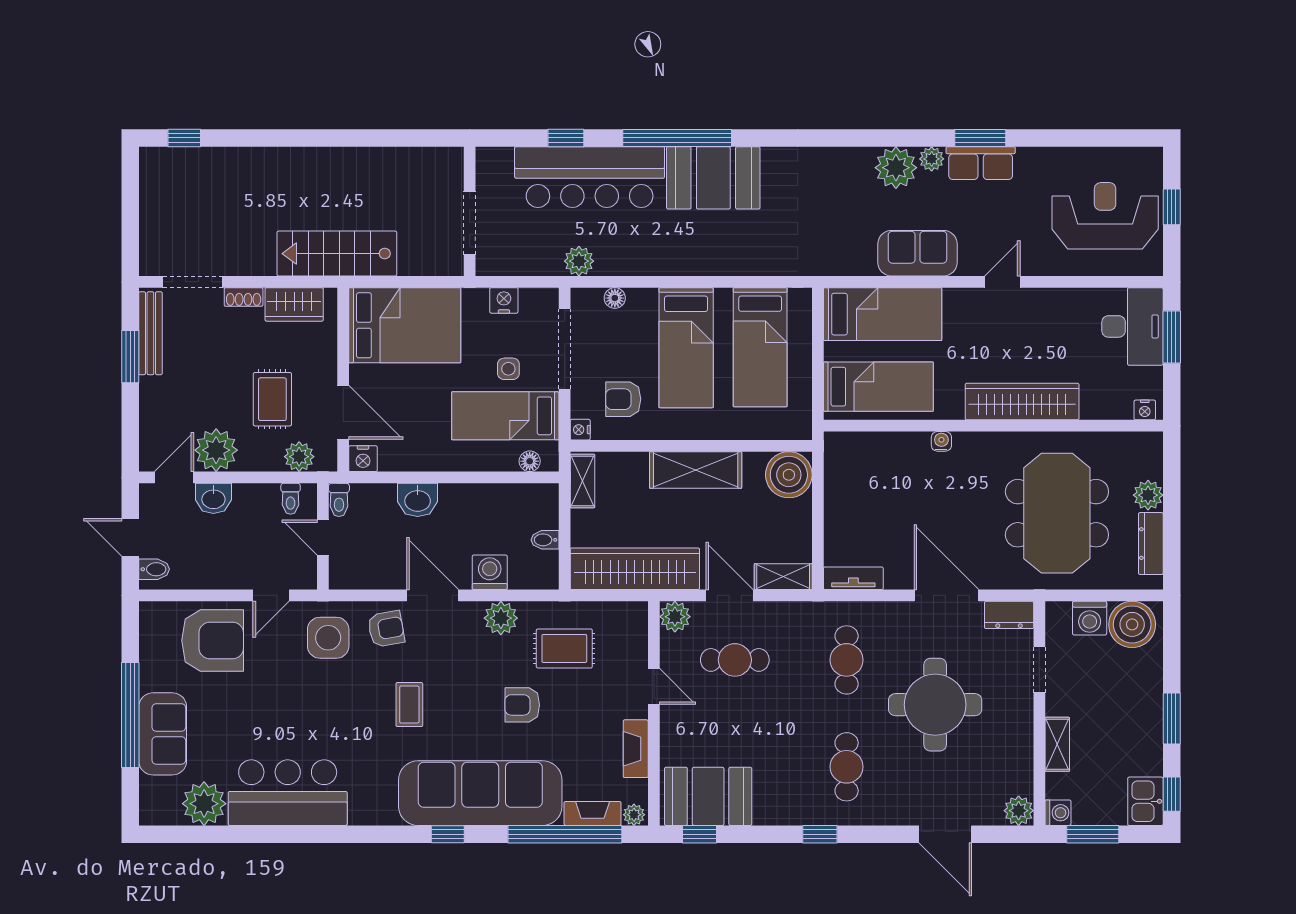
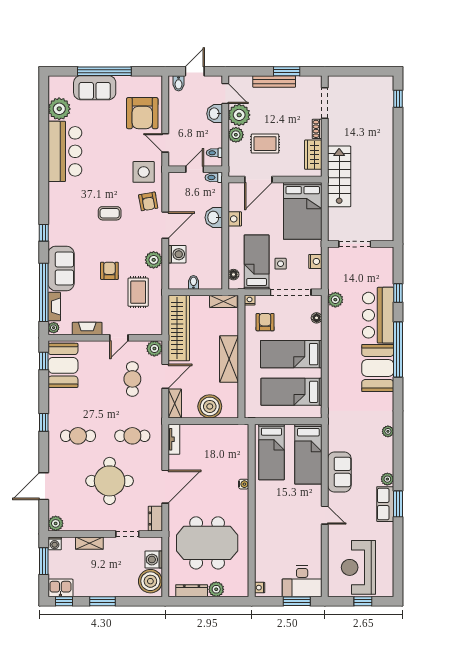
plant: (896, 168) -> (388, 431), moved, width x0.53, depth x0.53
bar counter: (590, 177) -> (378, 315), width x0.73
reception desk: (1105, 216) -> (358, 567), turned 180
bench: (150, 333) -> (274, 82), moved
wardrobe: (1022, 402) -> (264, 525), removed
plant: (299, 457) -> (236, 135), moved
nightstand: (363, 459) -> (235, 219), moved
boiler: (789, 475) -> (210, 406), moved
sofa: (480, 793) -> (61, 268), width x0.54, depth x0.79

